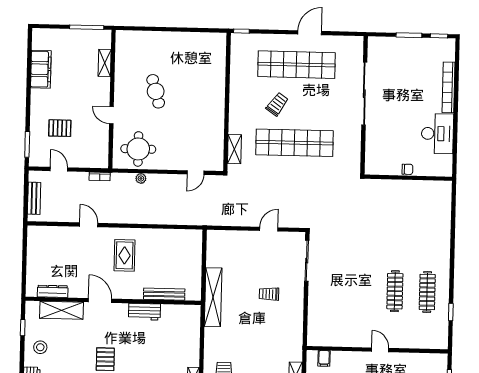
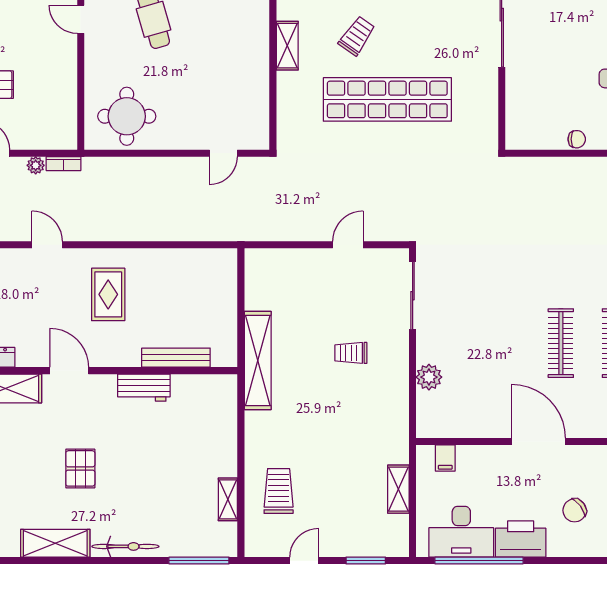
door: (111, 115) -> (81, 19), moved
shelving: (234, 149) -> (287, 46), moved
plant: (141, 178) -> (36, 165), moved
plant: (315, 310) -> (429, 377), added
door: (380, 350) -> (539, 442), width x1.87

